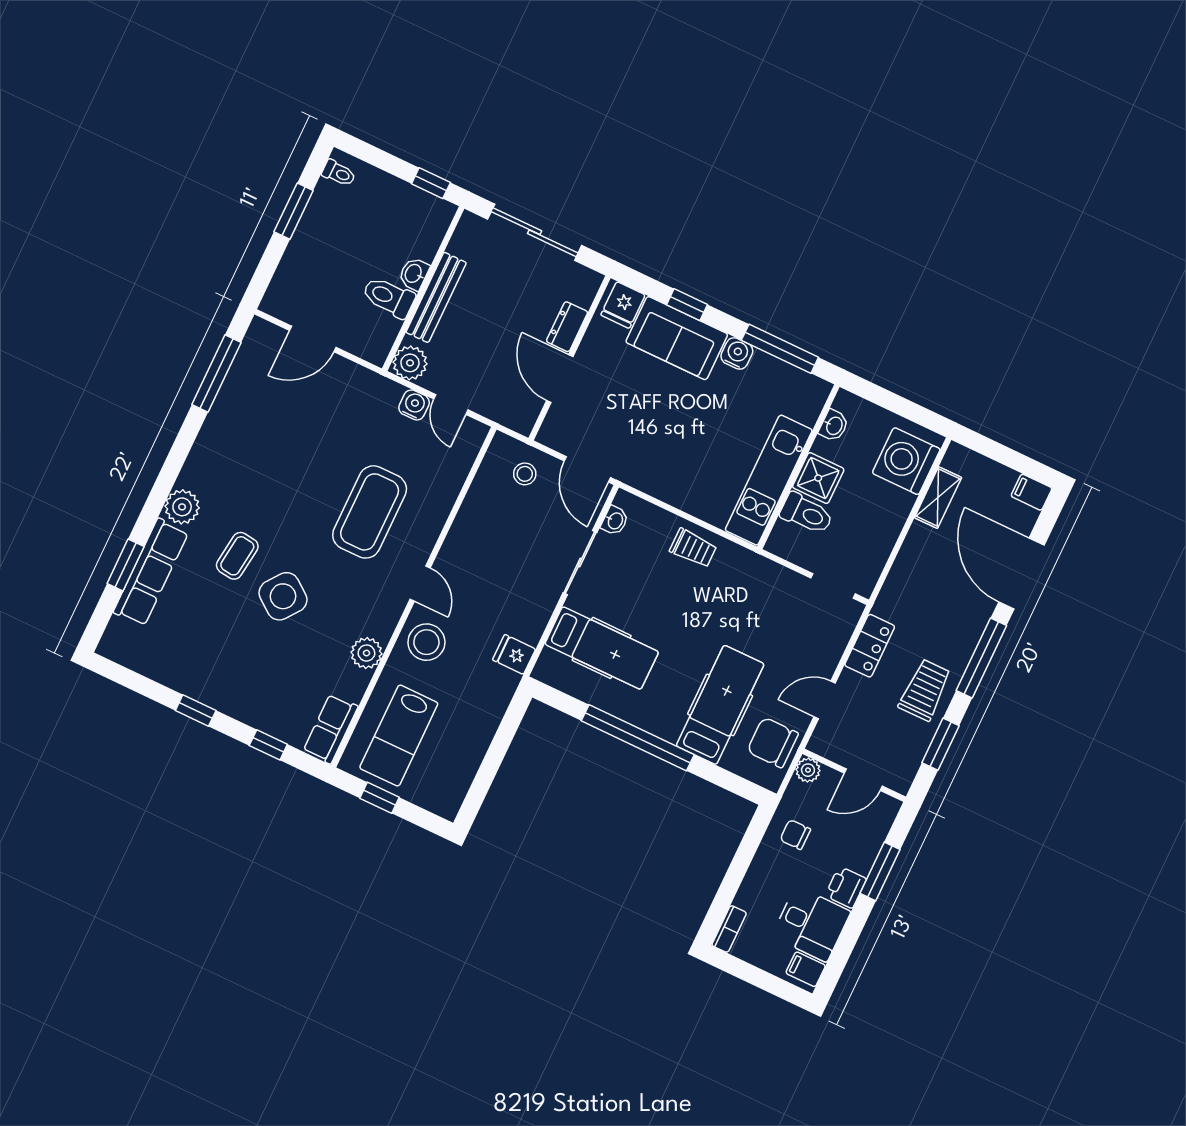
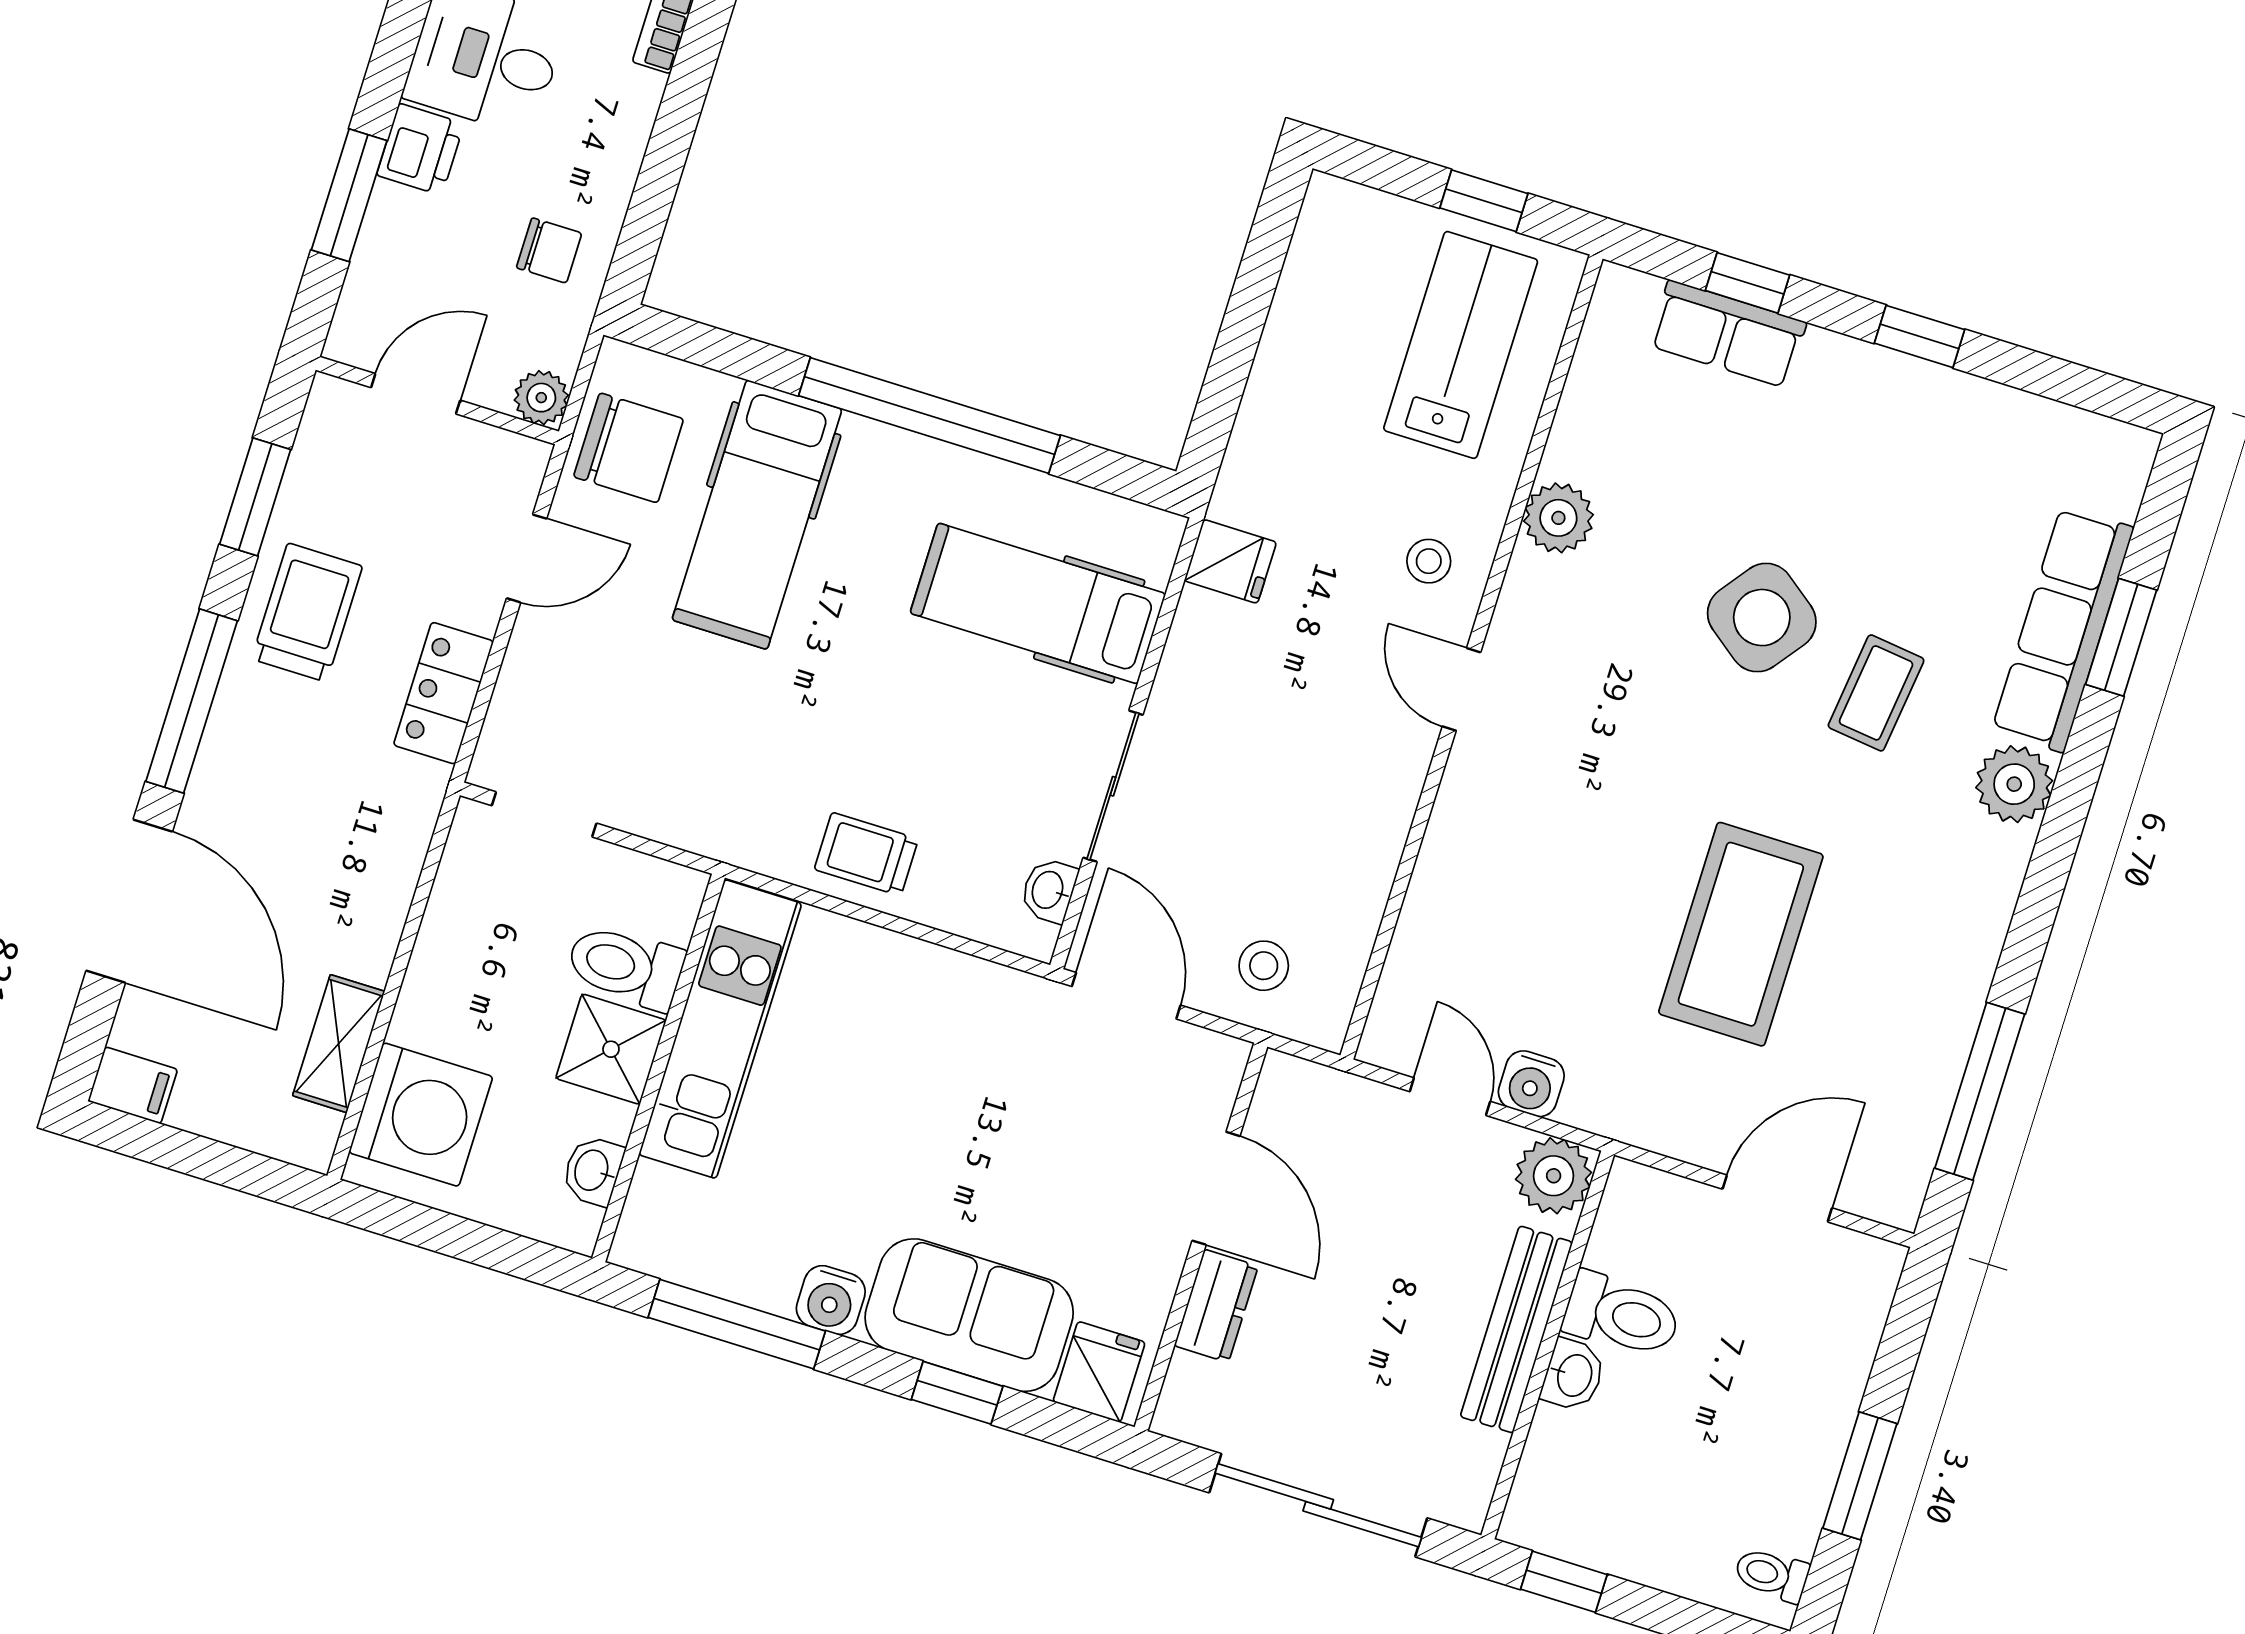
coffee table: (370, 512) -> (1741, 934), moved
stool: (426, 642) -> (1429, 561), width x0.53, depth x0.53
trolley: (925, 690) -> (307, 613), turned 180
row of seats: (331, 729) -> (1728, 334), moved, turned 90

